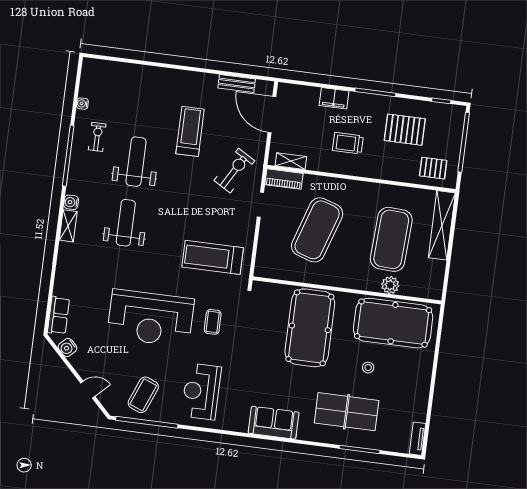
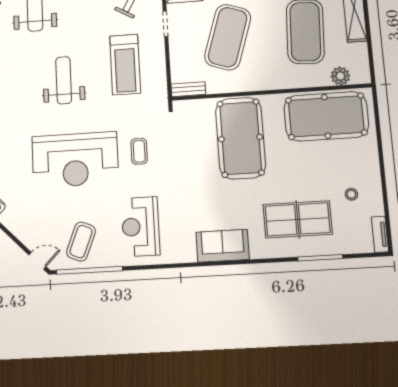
weight bench: (126, 223) -> (64, 80), moved
treadmill: (213, 257) -> (125, 64), moved, turned -90
bench: (270, 272) -> (188, 89), added
plant: (390, 285) -> (340, 76), moved
stool: (368, 368) -> (351, 194), moved
door: (88, 390) -> (37, 261), moved

